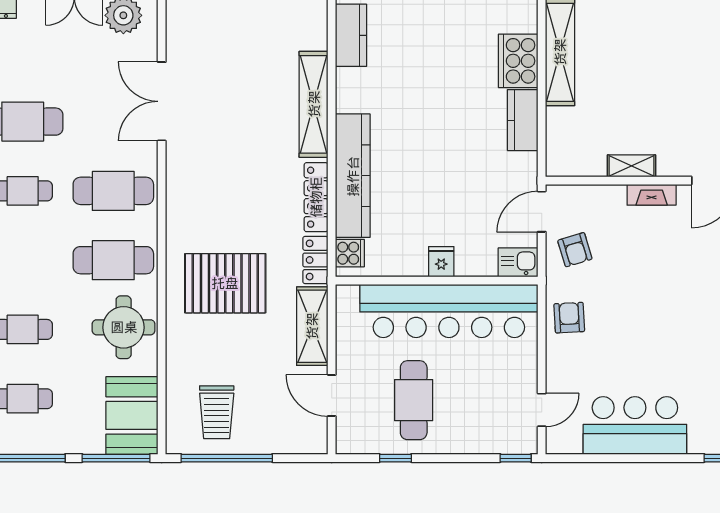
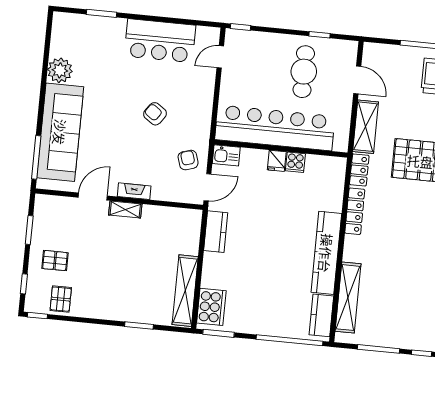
cooker: (518, 61) -> (211, 307), moved
shelving: (314, 104) -> (348, 298), moved
kitchen counter: (523, 120) -> (216, 232), moved
shelving: (632, 166) -> (125, 209), moved
kitchen counter: (353, 176) -> (326, 253), moved
cooker: (350, 253) -> (295, 162), moved, turned -90
armchair: (569, 318) -> (155, 114), moved, turned 128

